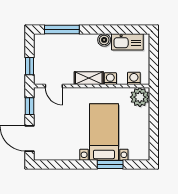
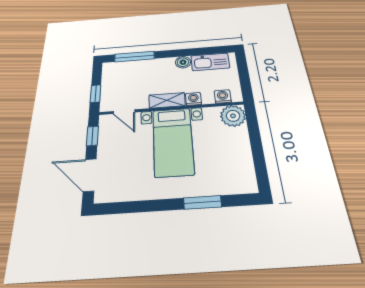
bed with nightstands: (104, 132) -> (173, 141), moved, turned 180

